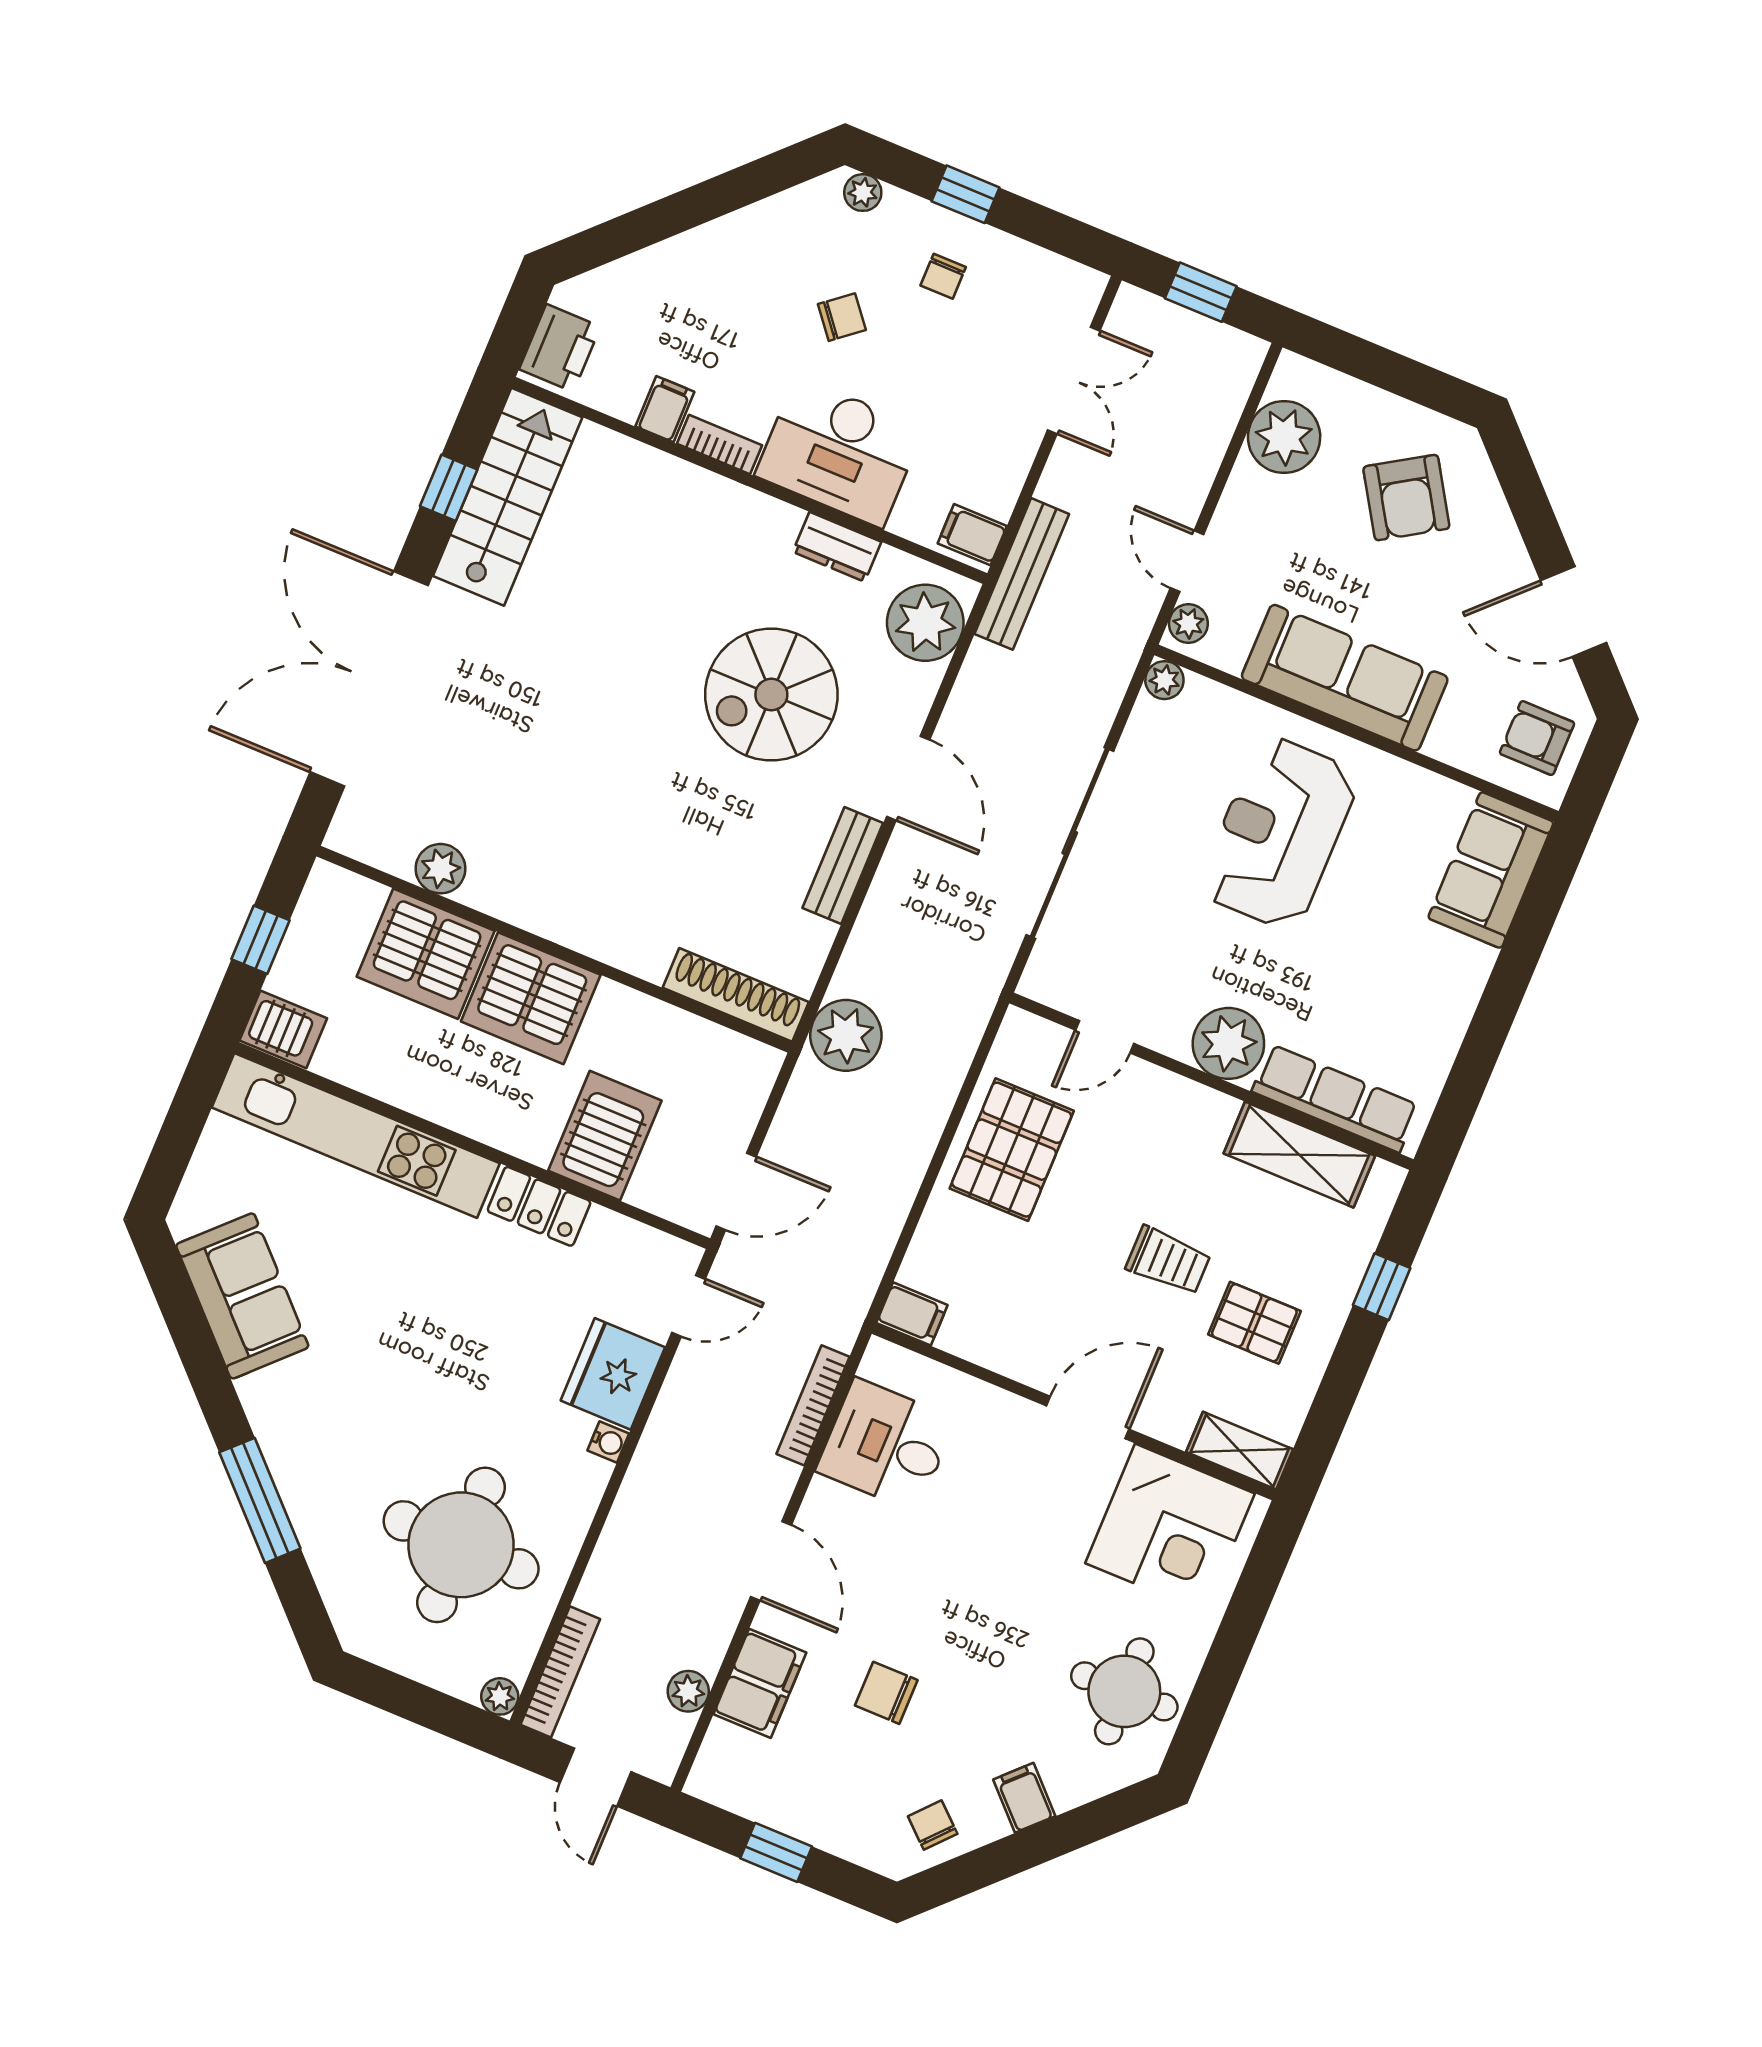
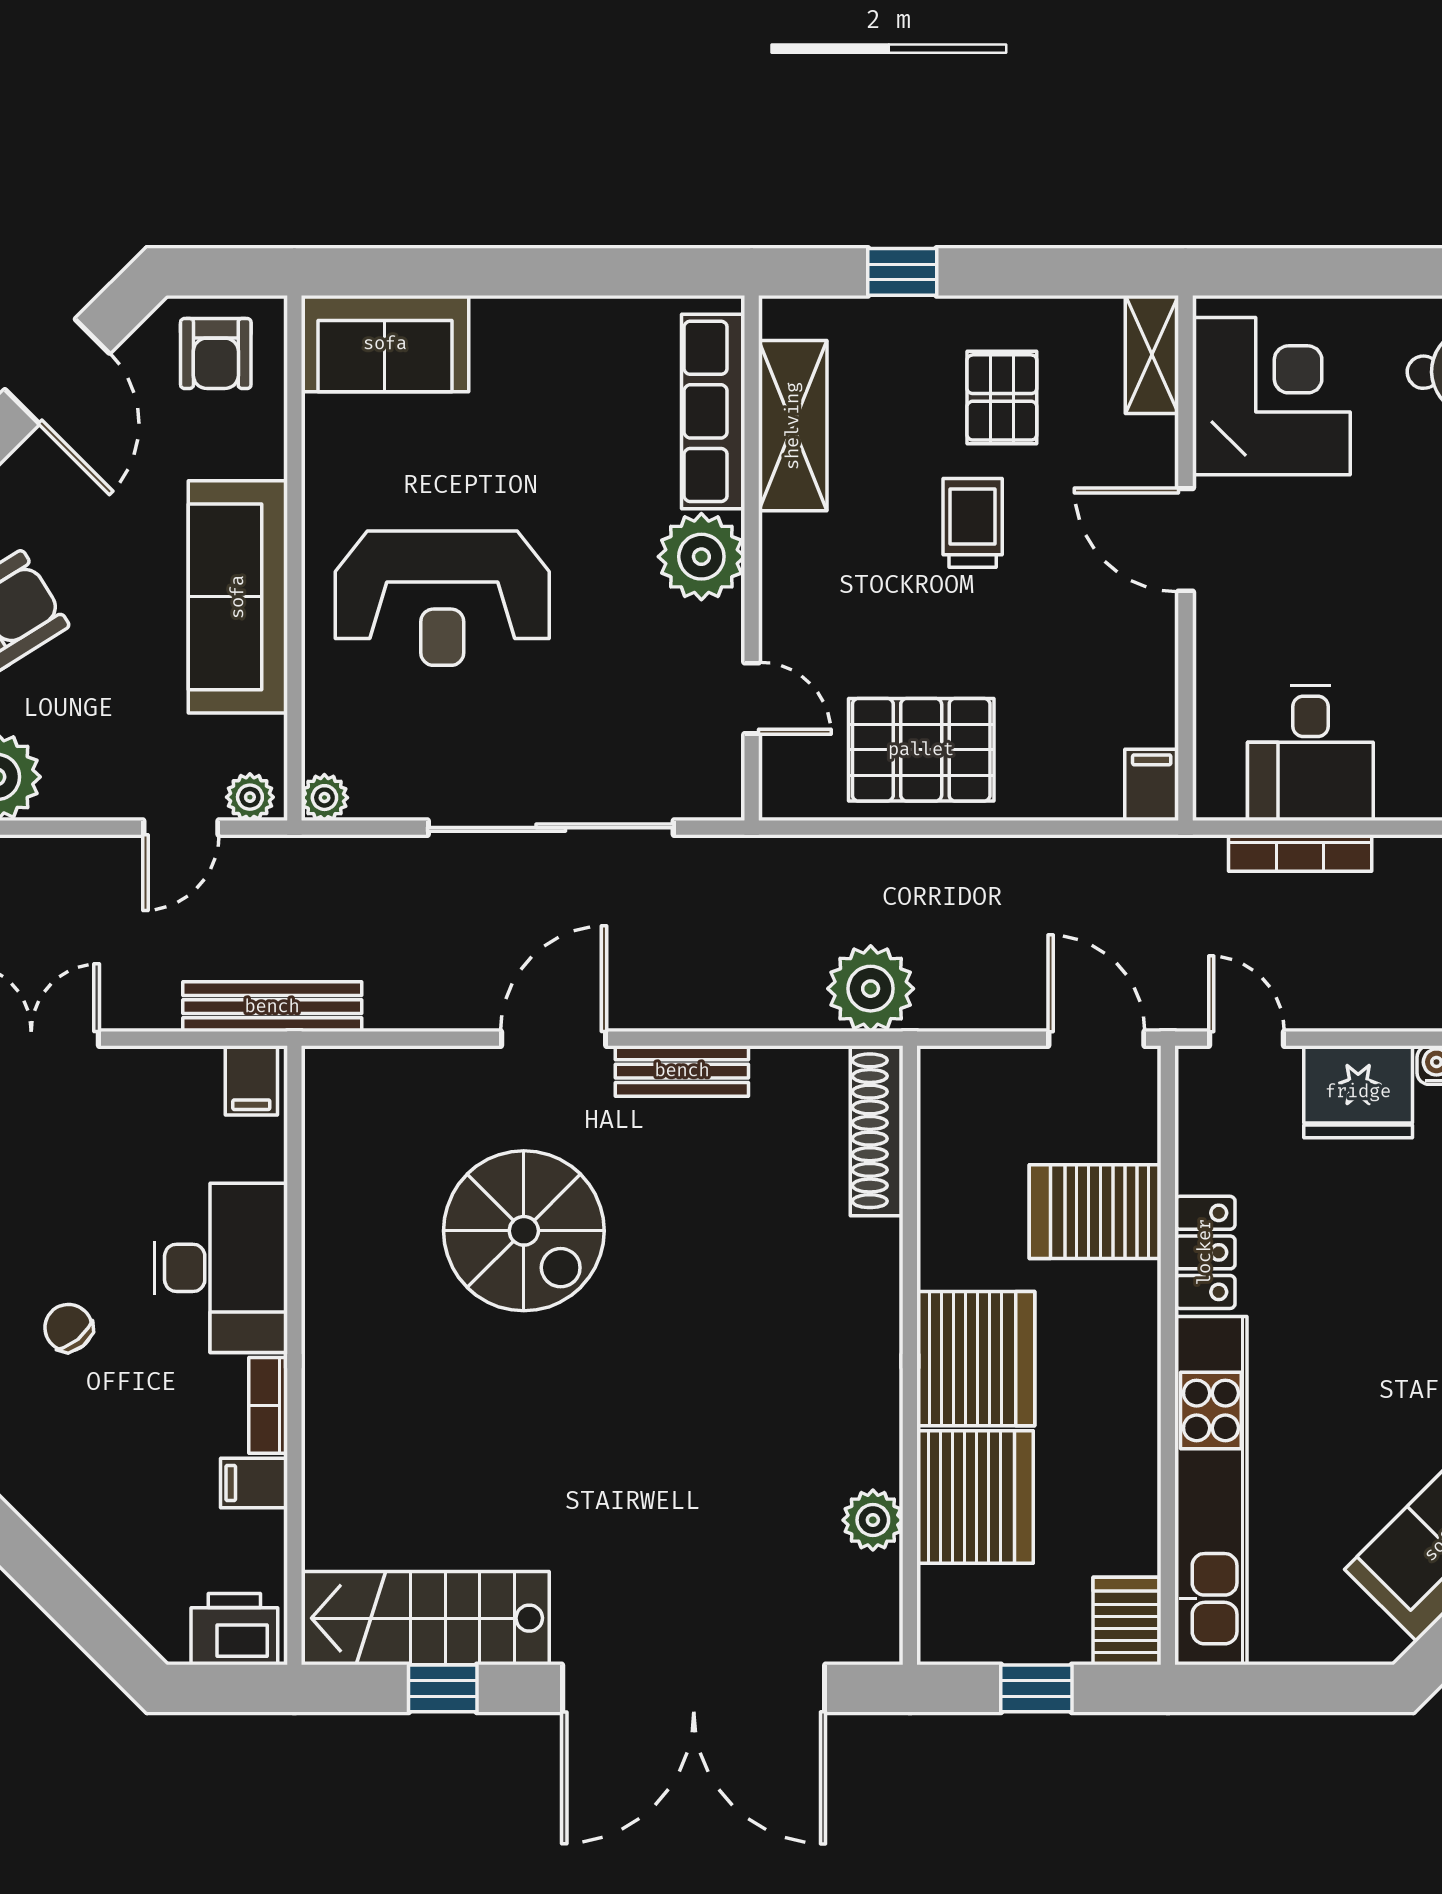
dresser: (837, 547) -> (328, 1226), removed
plant: (925, 623) -> (372, 1092), removed

